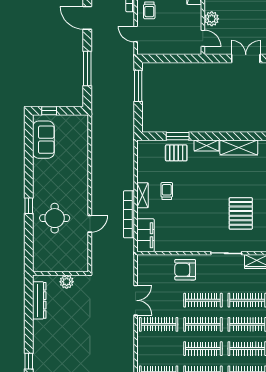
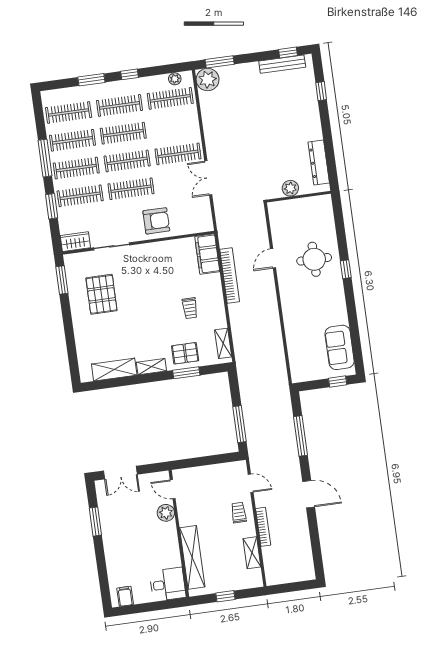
shelving: (143, 195) -> (223, 343), moved

